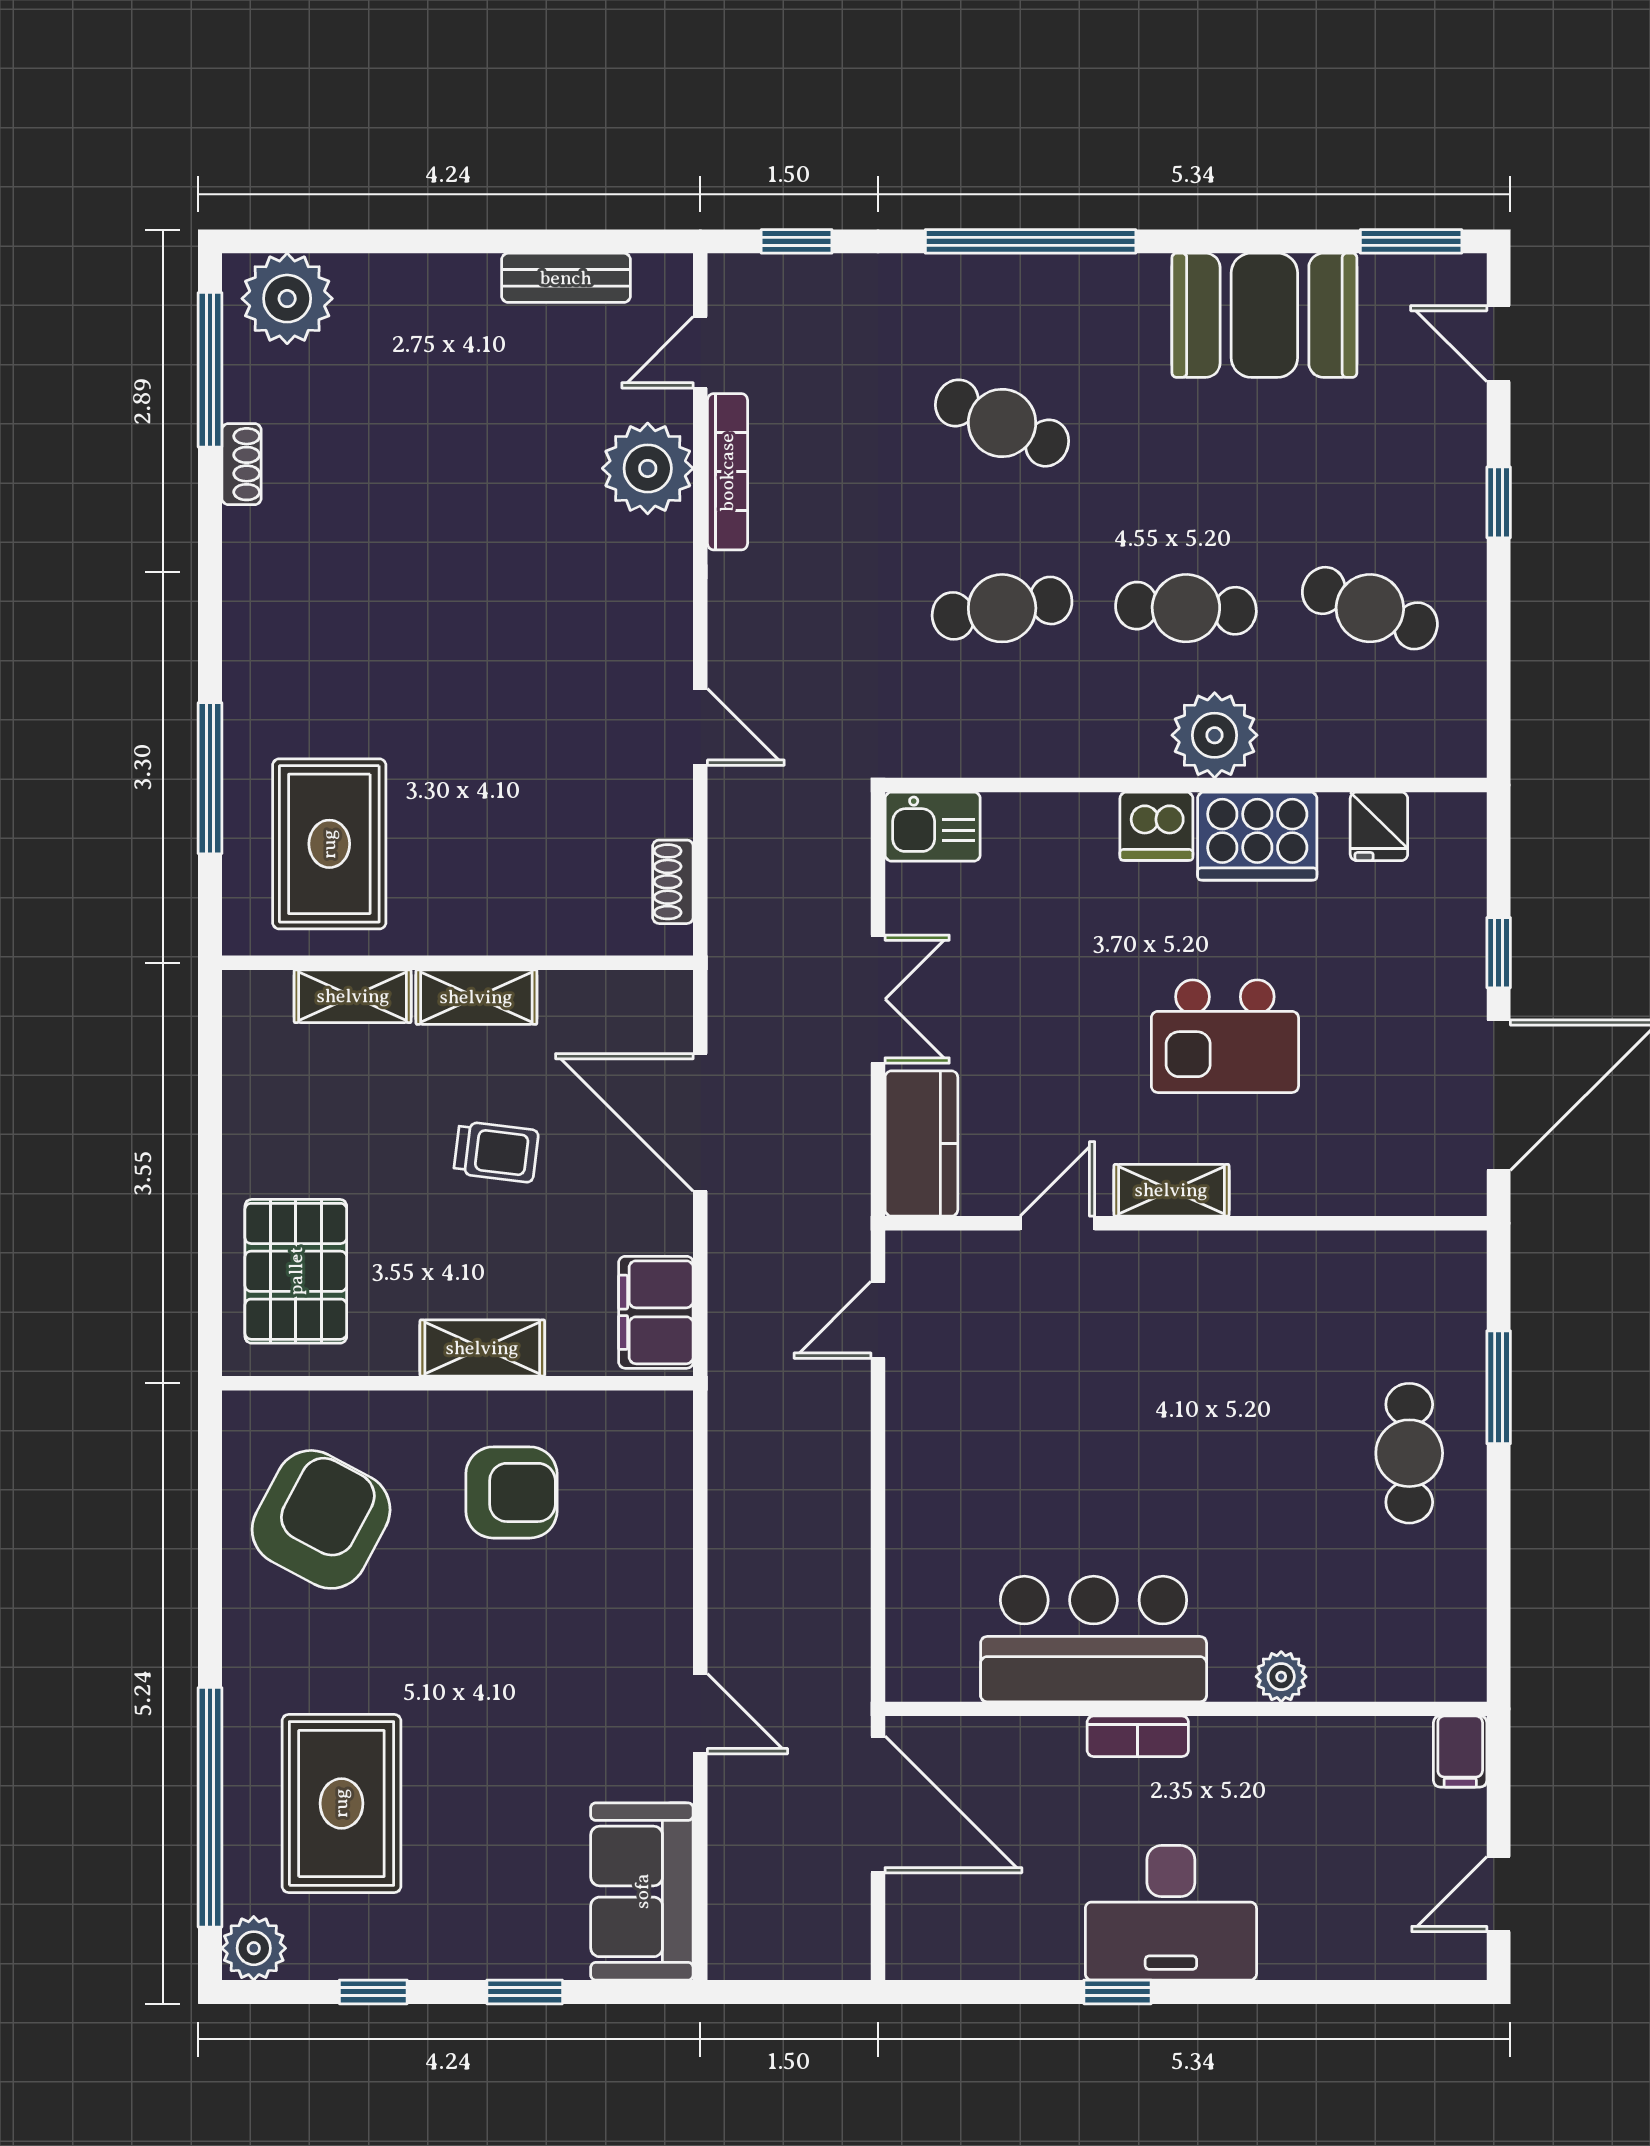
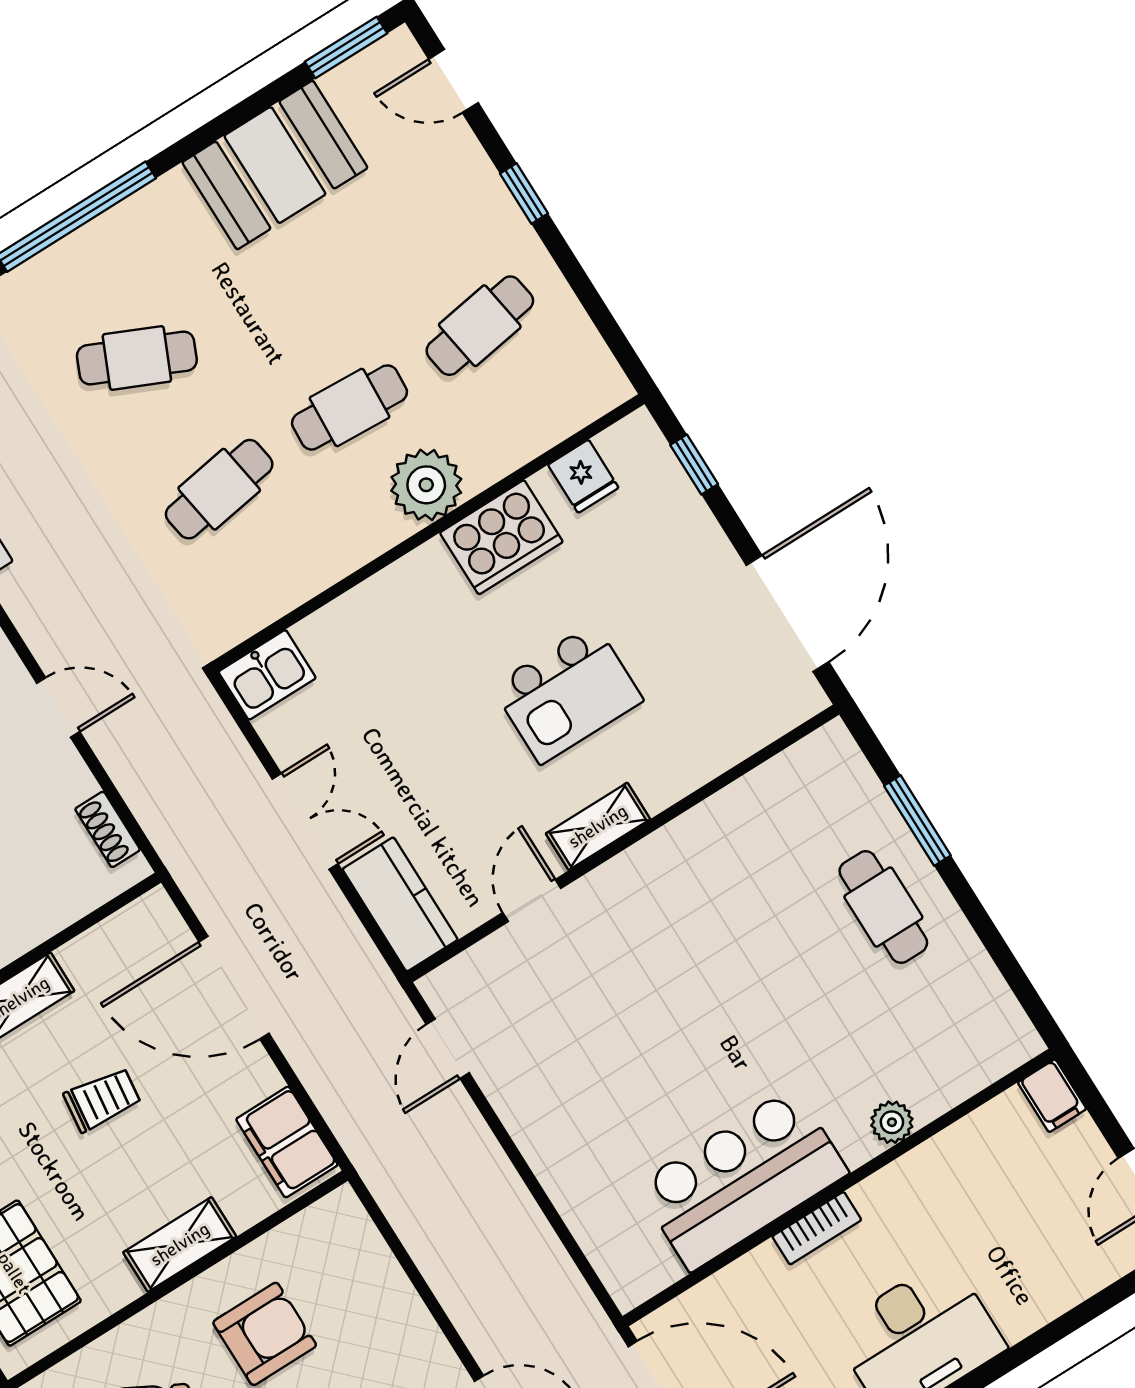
cafe table: (1370, 608) -> (480, 326), turned -30
dishwasher: (1156, 826) -> (426, 575), removed
window: (1499, 953) -> (694, 465), moved

